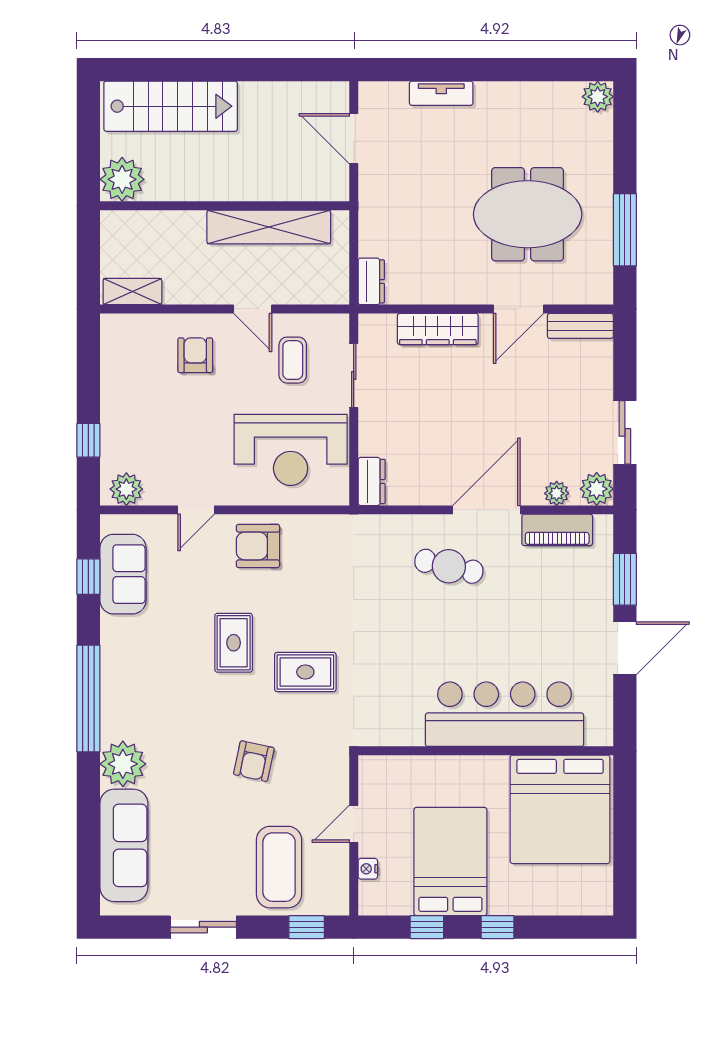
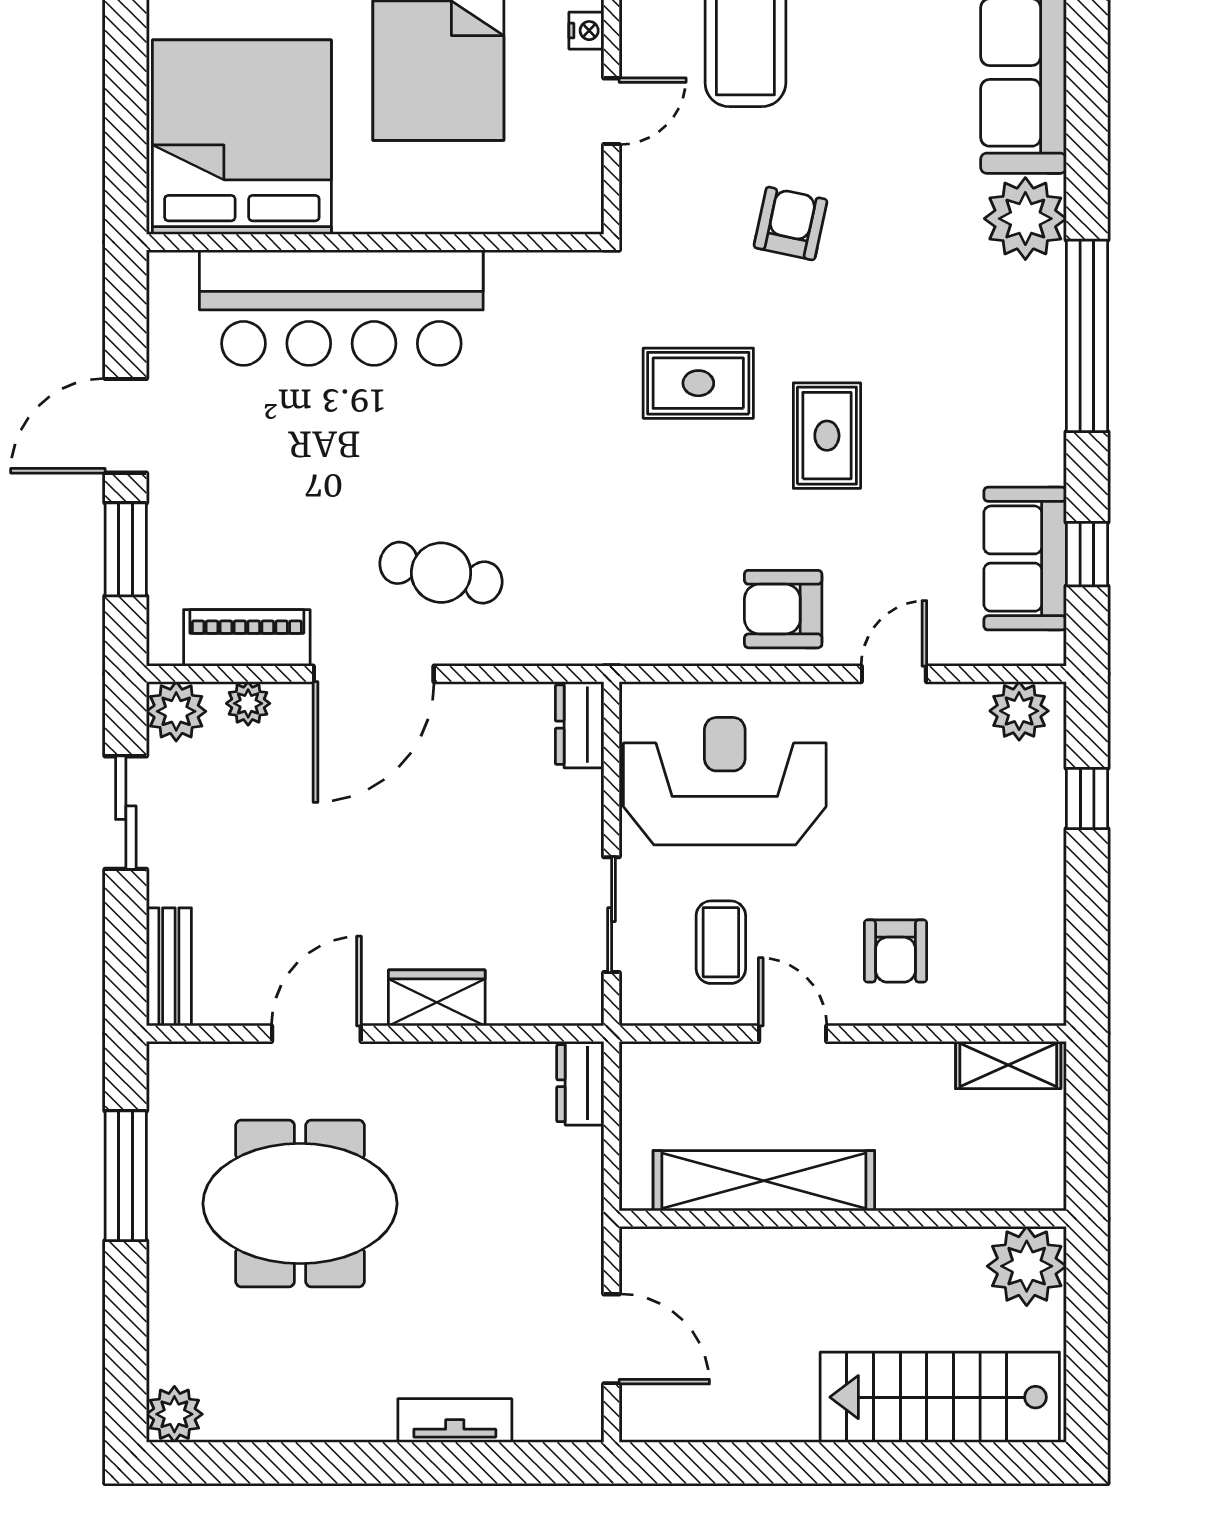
bench: (580, 326) -> (169, 967), moved, turned 90
wardrobe: (438, 329) -> (437, 998), width x0.67
armchair: (258, 546) -> (783, 609), turned 180

